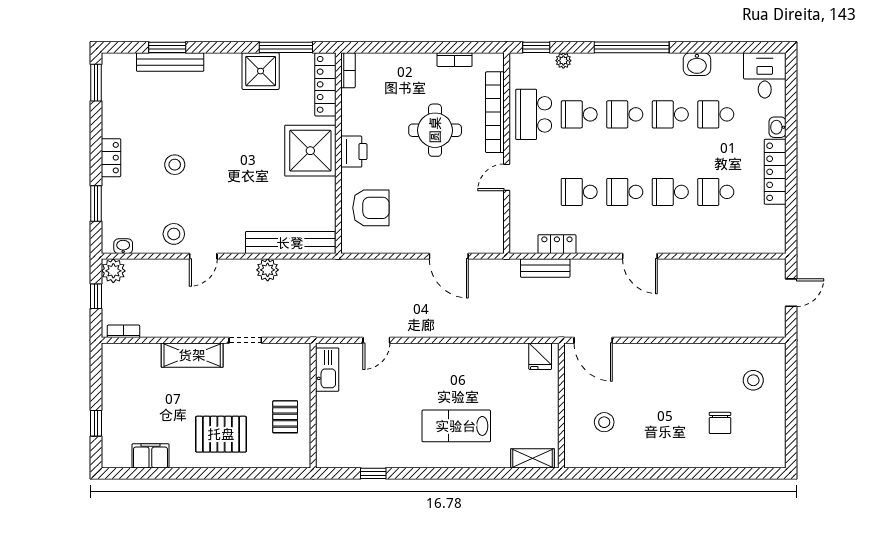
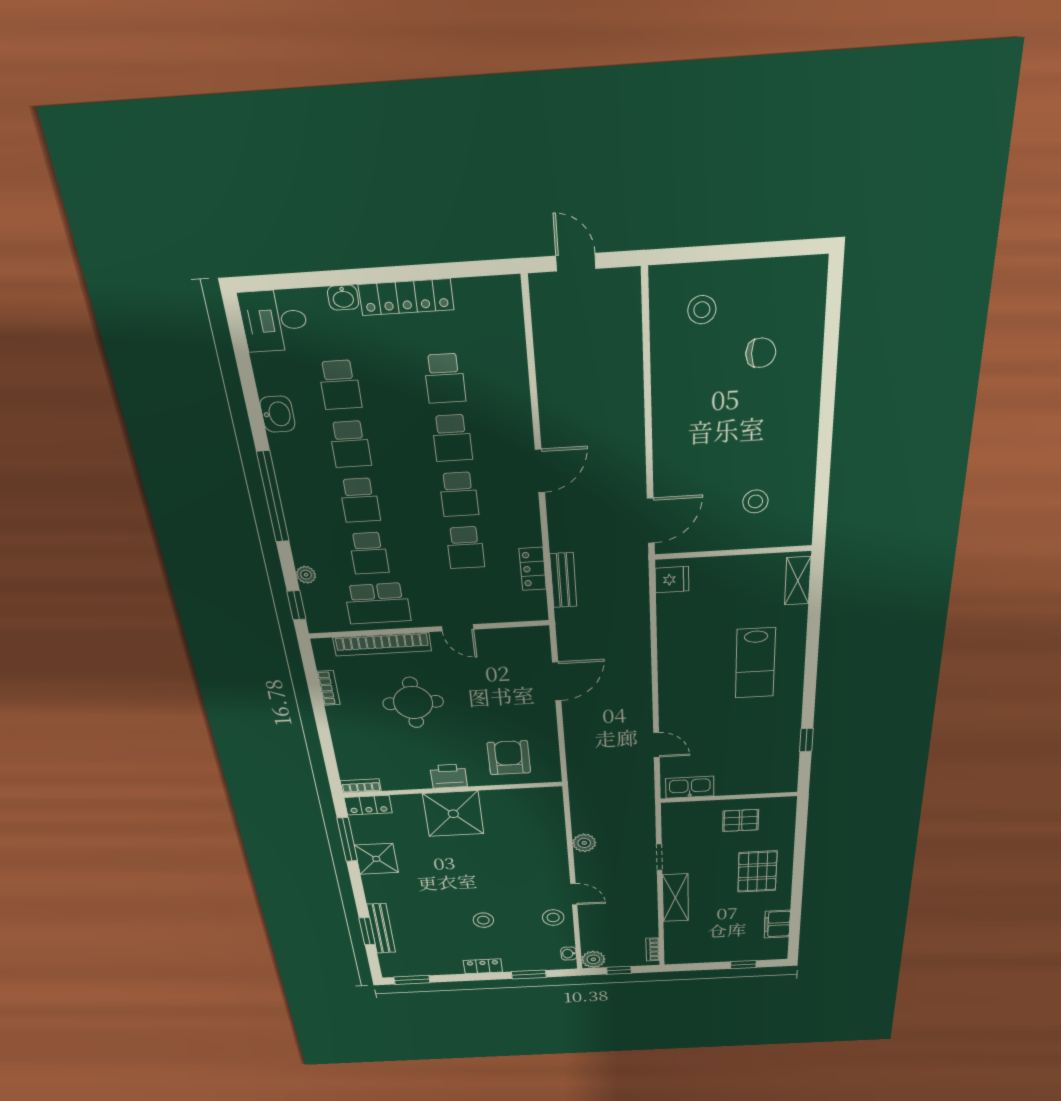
locker: (325, 84) -> (368, 805), width x0.66
bench: (290, 243) -> (554, 826), removed

